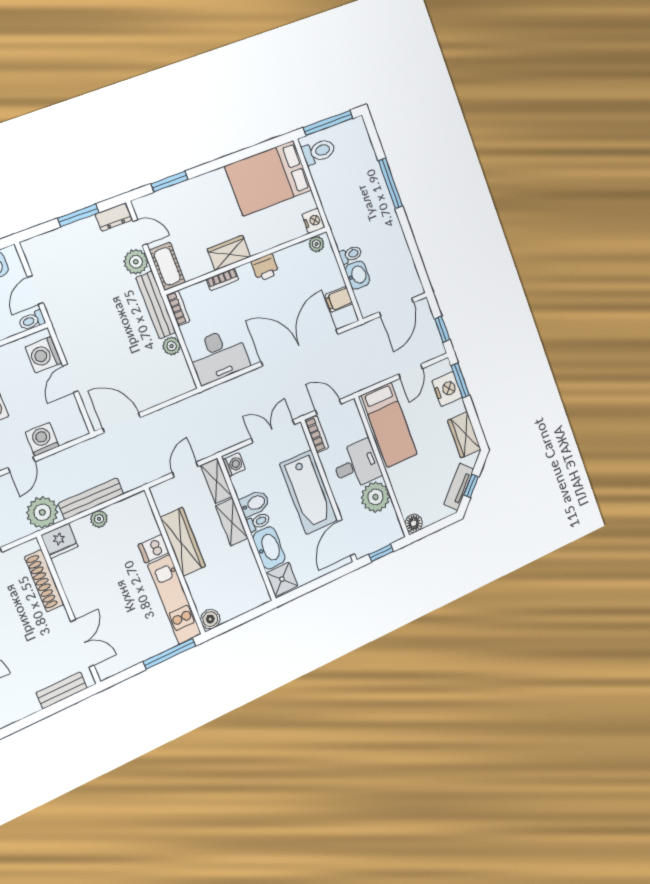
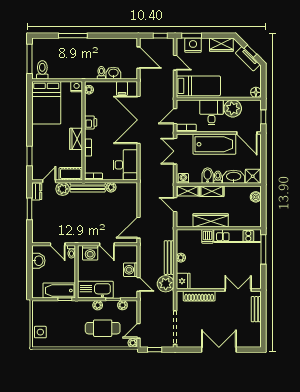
boiler: (210, 619) -> (256, 197), moved

